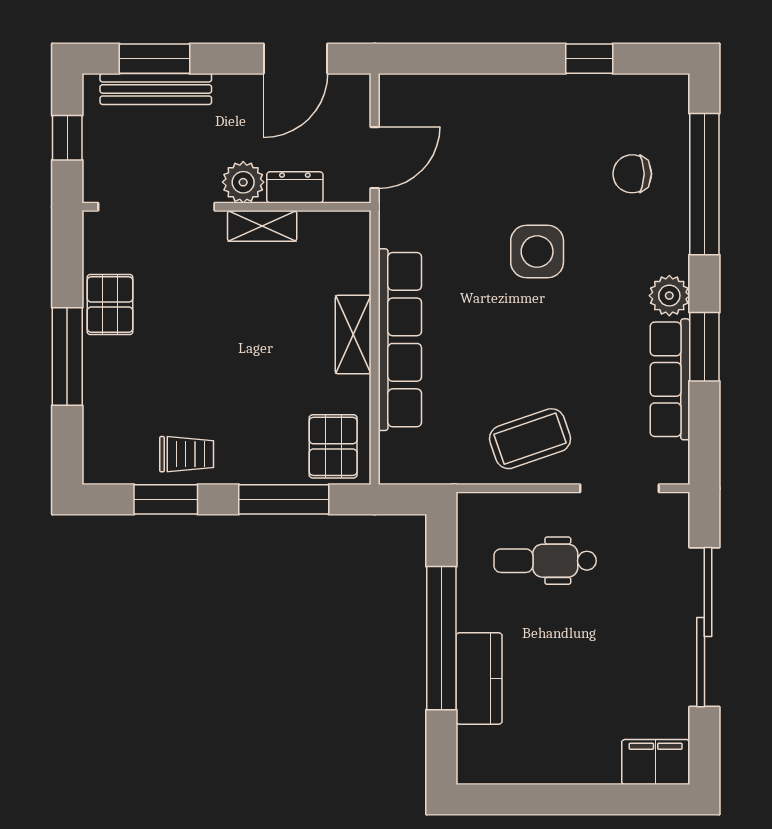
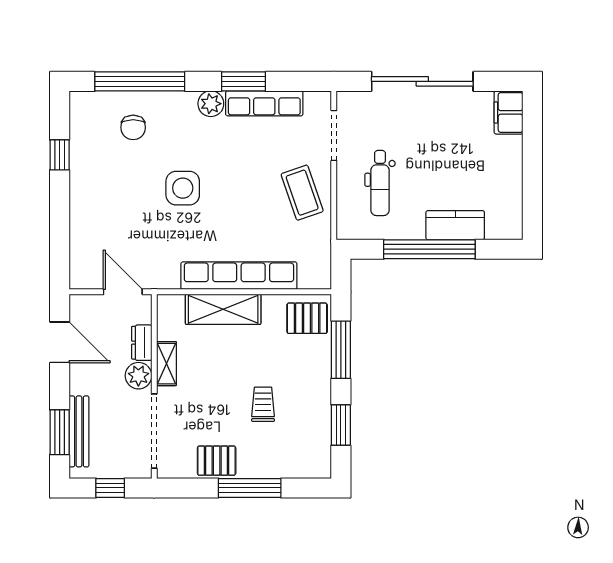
shelving: (353, 335) -> (223, 309), width x1.50, depth x1.33
trolley: (187, 454) -> (263, 404), moved

